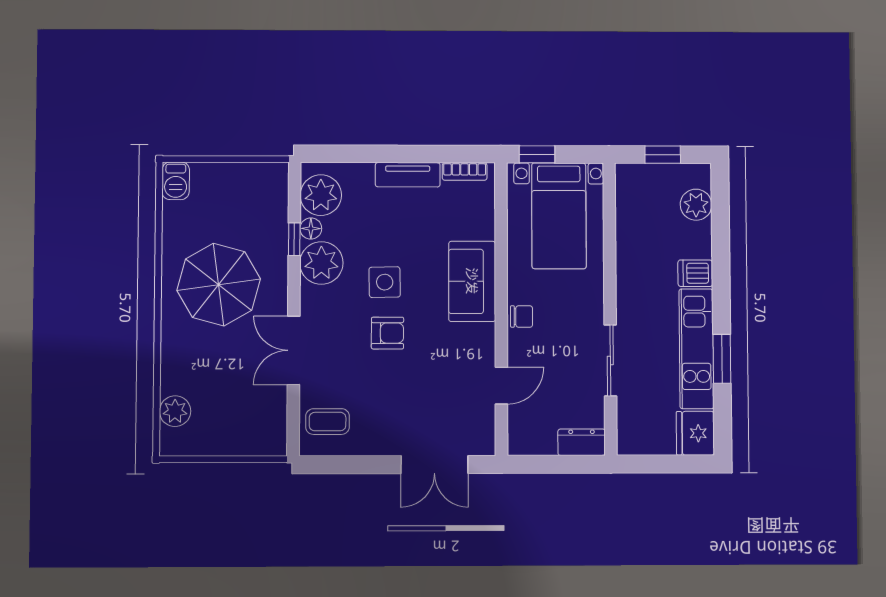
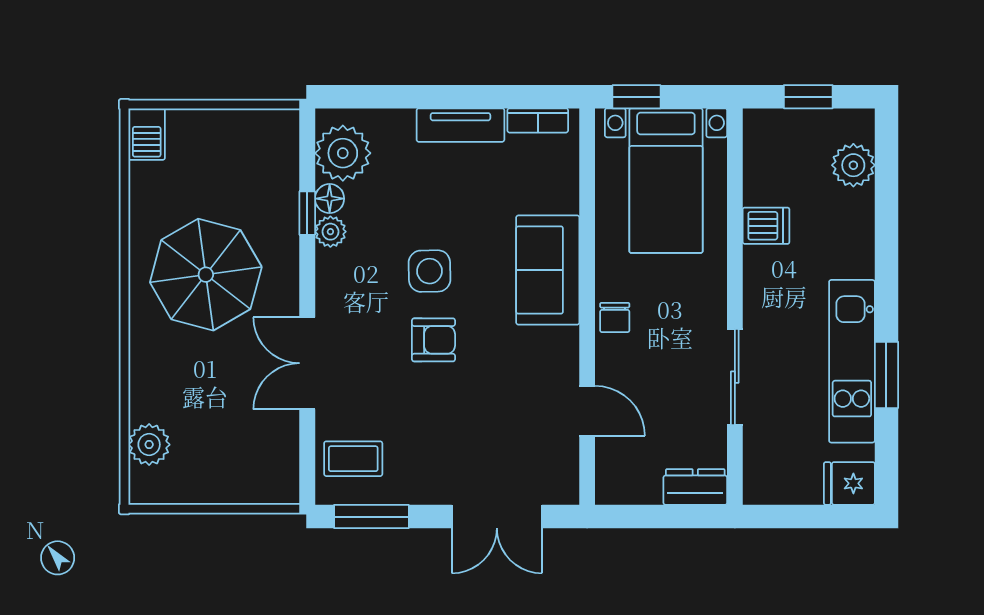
plant: (321, 263) -> (330, 232), width x0.53, depth x0.53
dishwasher: (695, 273) -> (766, 226), moved, turned 180
chair: (522, 316) -> (615, 318), turned 90
door: (501, 386) -> (587, 411), hinge flipped
fridge: (695, 433) -> (849, 483), width x0.72
window: (341, 465) -> (371, 517), added

